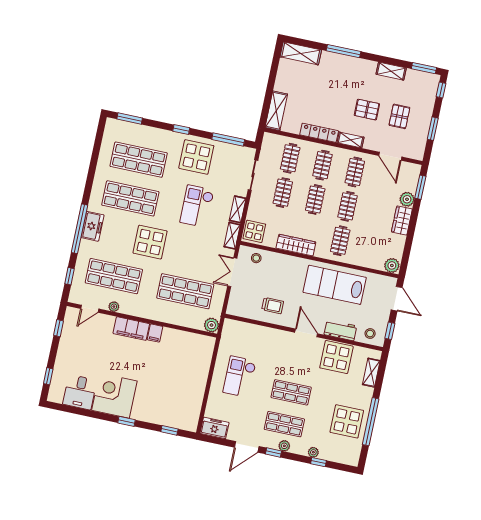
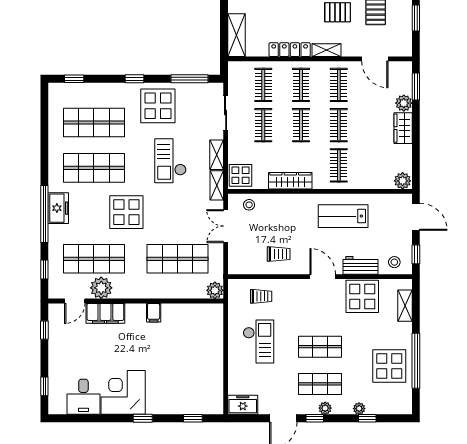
window: (130, 119) -> (74, 79), width x0.67
lab bench: (335, 285) -> (343, 216), width x0.73, depth x0.72
plant: (114, 307) -> (101, 288), width x1.87, depth x1.87
filing cabinet: (131, 329) -> (105, 313), moved
trolley: (250, 339) -> (261, 296), added
checkout: (240, 377) -> (259, 341), turned 180

